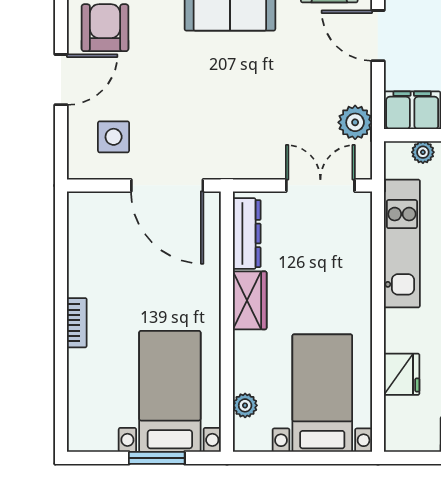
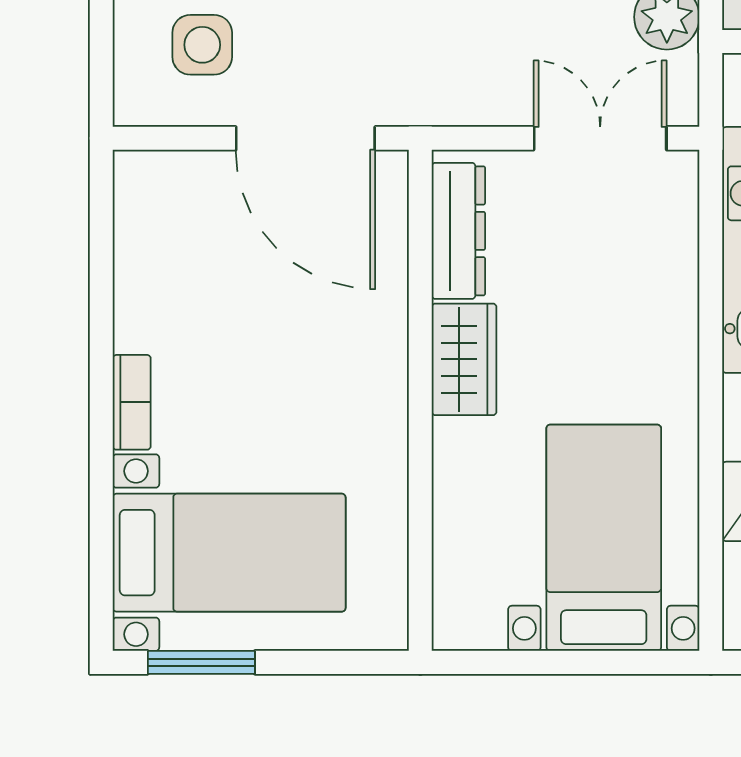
bed with nightstands: (170, 391) -> (229, 553), moved, turned 90
plant: (245, 405) -> (455, 561), removed
window: (157, 458) -> (201, 662), moved

